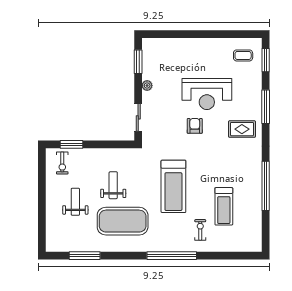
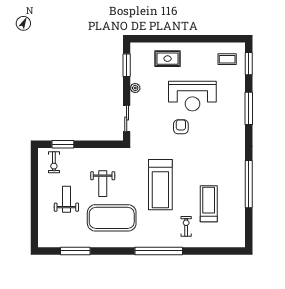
rug: (242, 129) -> (168, 59), moved
weight bench: (113, 185) -> (103, 184), turned 180
treadmill: (224, 206) -> (209, 204), turned 180

